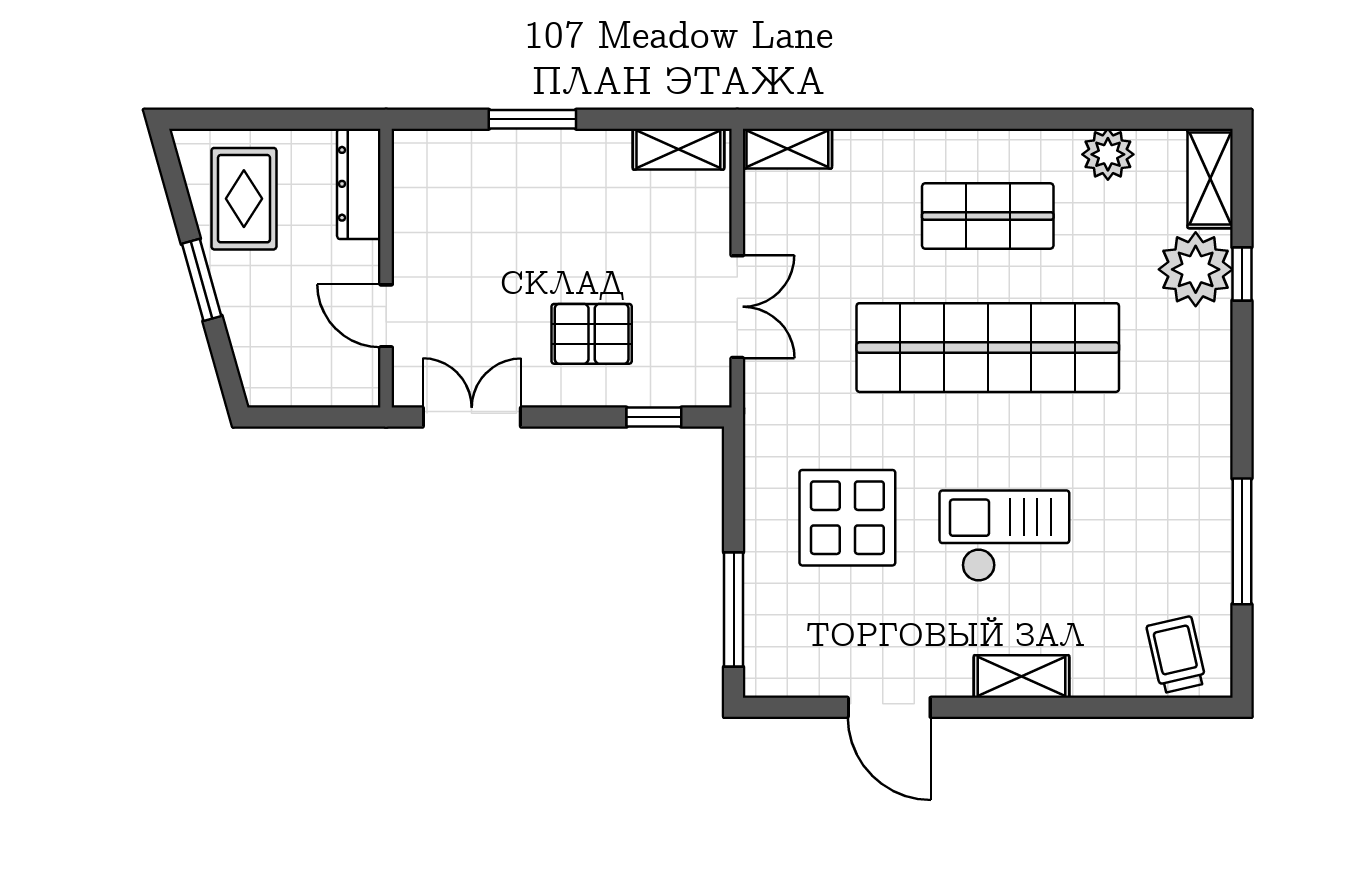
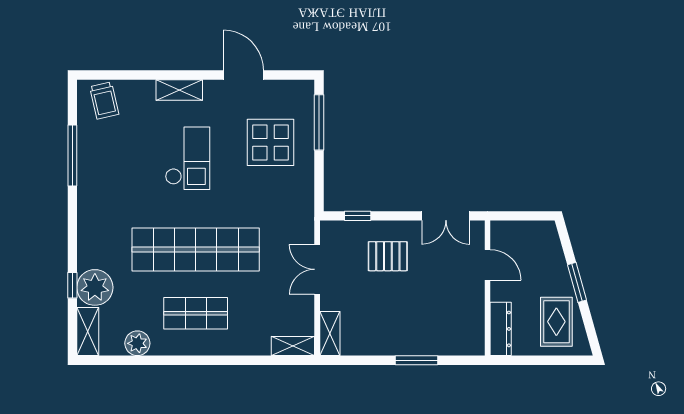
shelving: (678, 149) -> (330, 334), moved, turned 90
display table: (847, 518) -> (271, 142), moved
checkout: (1004, 536) -> (188, 158), turned -90

